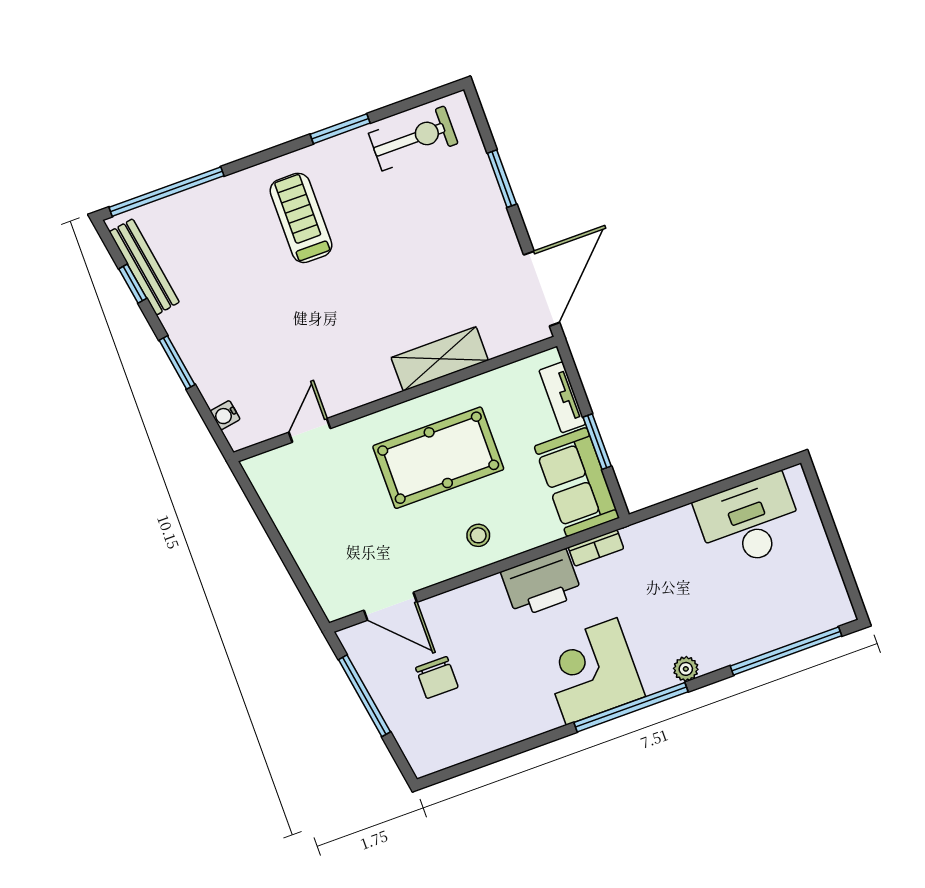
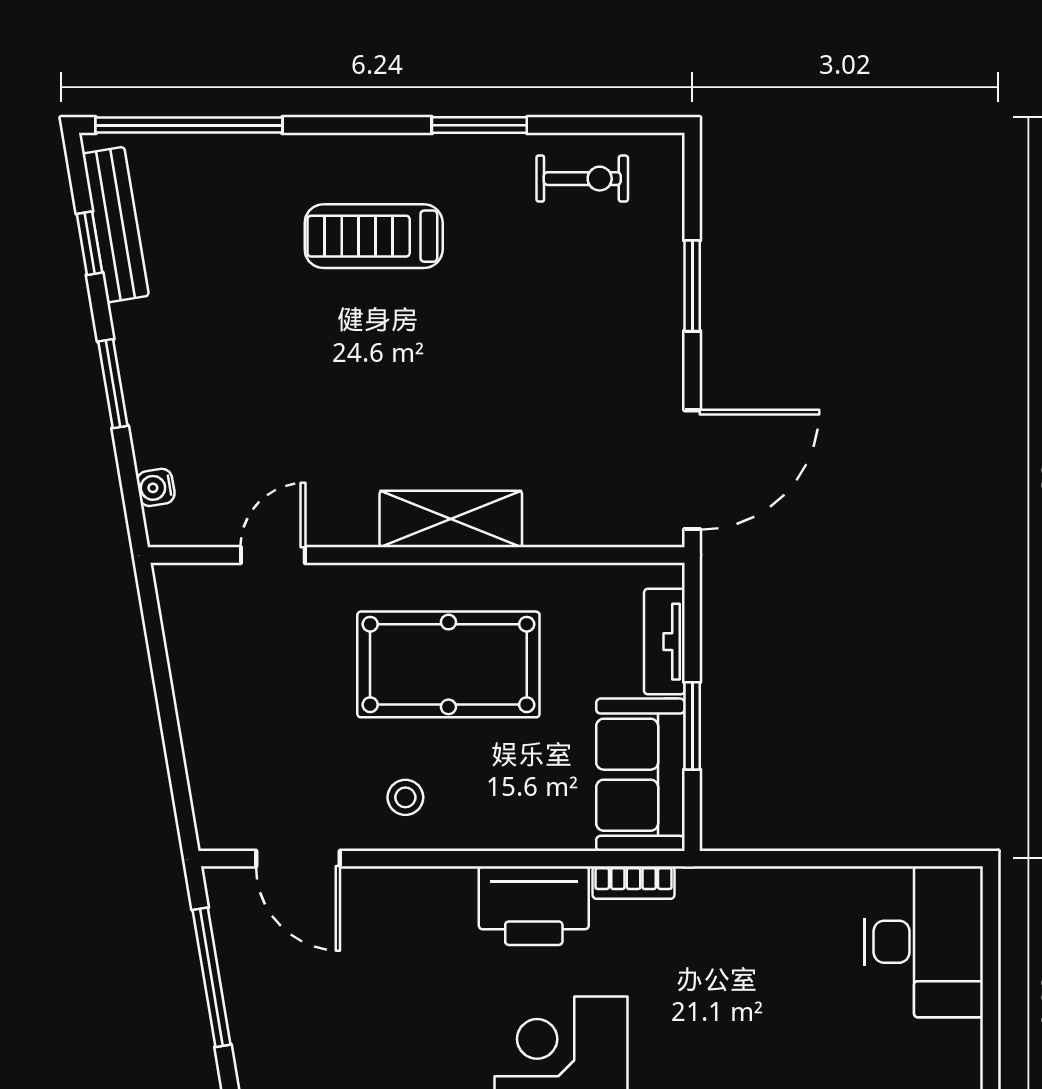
exercise bike: (413, 138) -> (582, 179), width x0.73, depth x0.72
treadmill: (301, 218) -> (374, 236), turned -90
shelving: (440, 359) -> (451, 519), moved
desk: (749, 522) -> (924, 942), moved, turned 90
stool: (478, 535) -> (405, 797), moved
chair: (437, 678) -> (329, 989), removed

